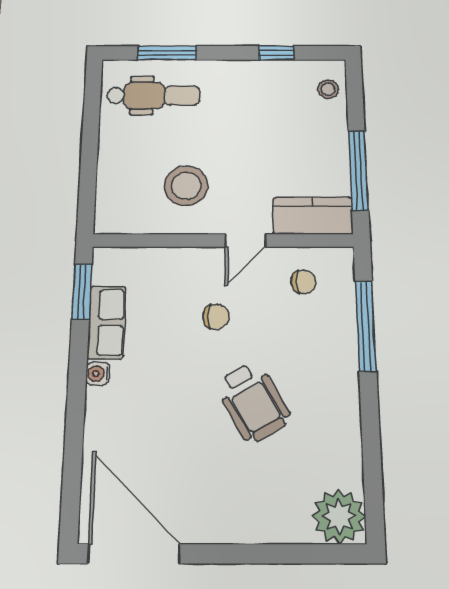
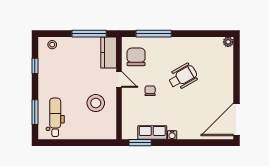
chair: (304, 282) -> (136, 57), width x1.87, depth x1.87
plant: (339, 516) -> (228, 42), width x0.53, depth x0.53

